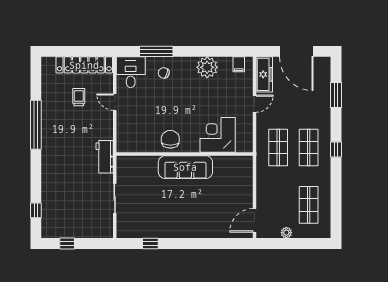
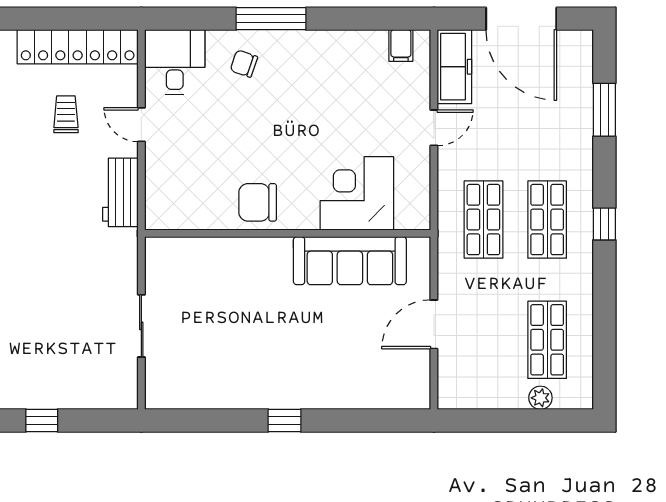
window: (156, 51) -> (271, 19), moved
plant: (207, 67) -> (335, 52), removed
chair: (170, 139) -> (258, 202), turned -90
workbench: (105, 157) -> (120, 192), moved
sofa: (185, 167) -> (350, 261), moved
door: (254, 220) -> (434, 324), moved
plant: (286, 233) -> (540, 398), moved
window: (150, 243) -> (285, 421), moved

